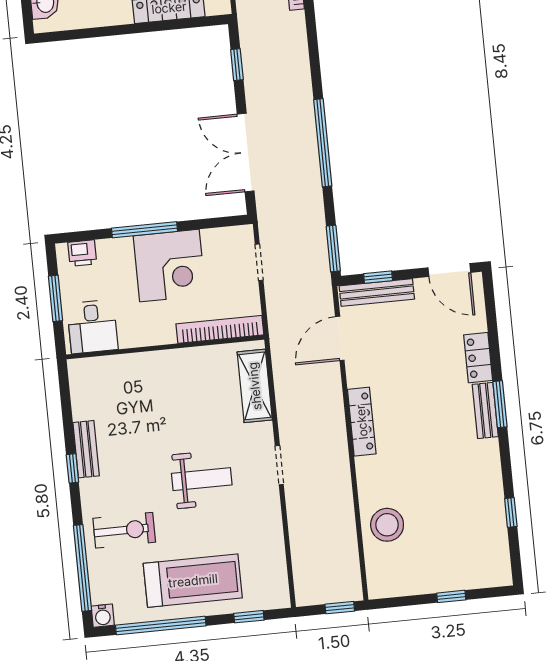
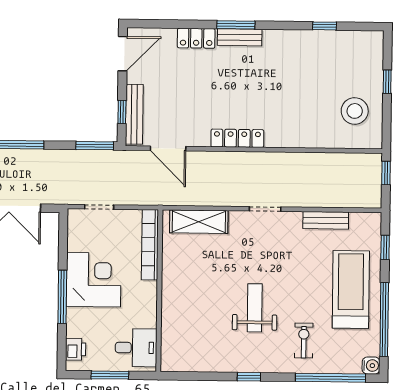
bench: (86, 449) -> (326, 220), moved
weight bench: (202, 479) -> (255, 308), moved
stool: (387, 525) -> (355, 111), moved
exercise bike: (124, 530) -> (304, 341), width x0.73, depth x0.72

